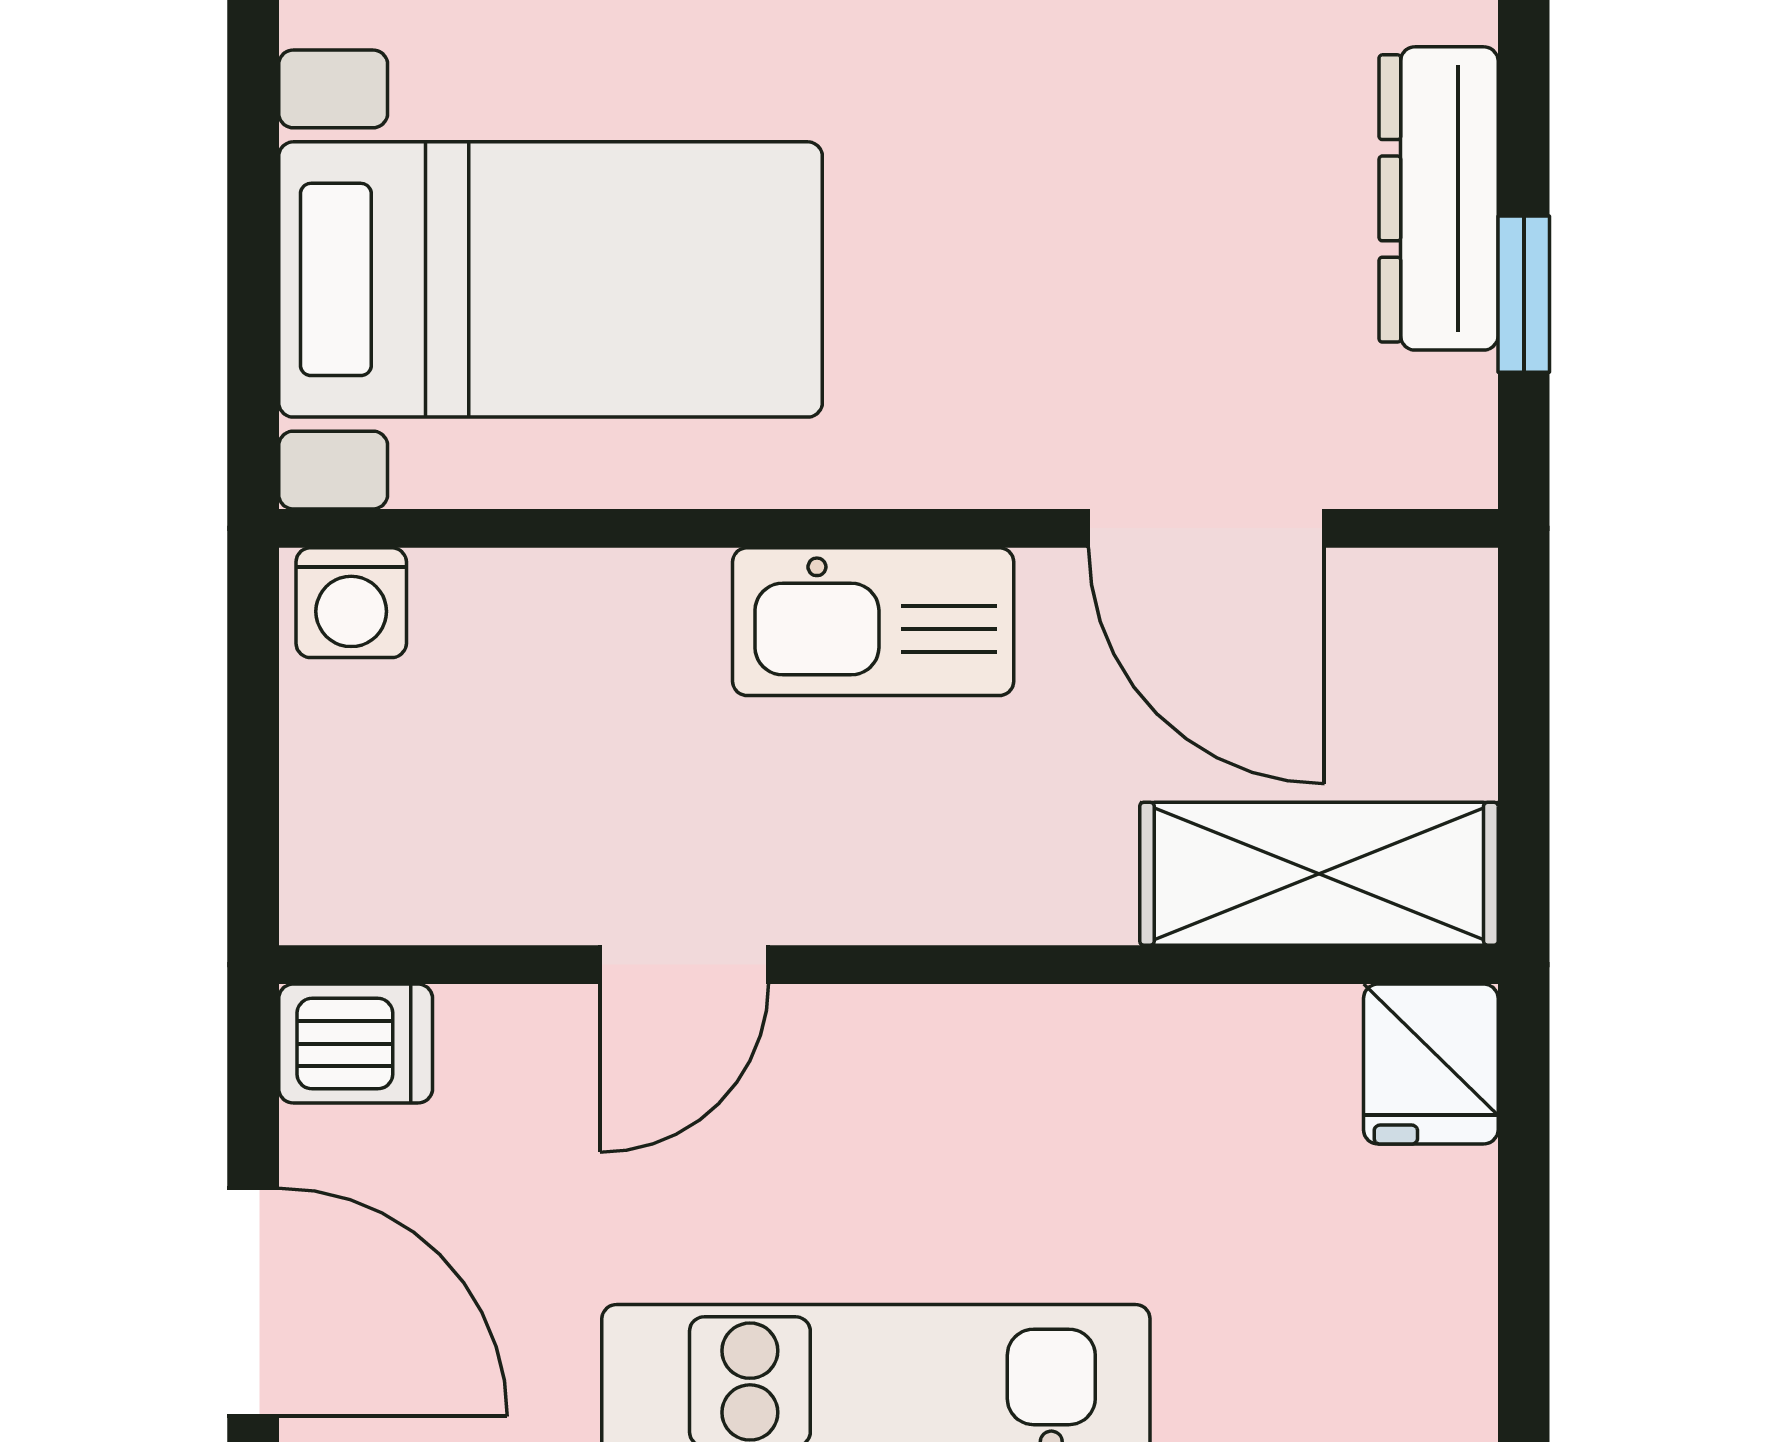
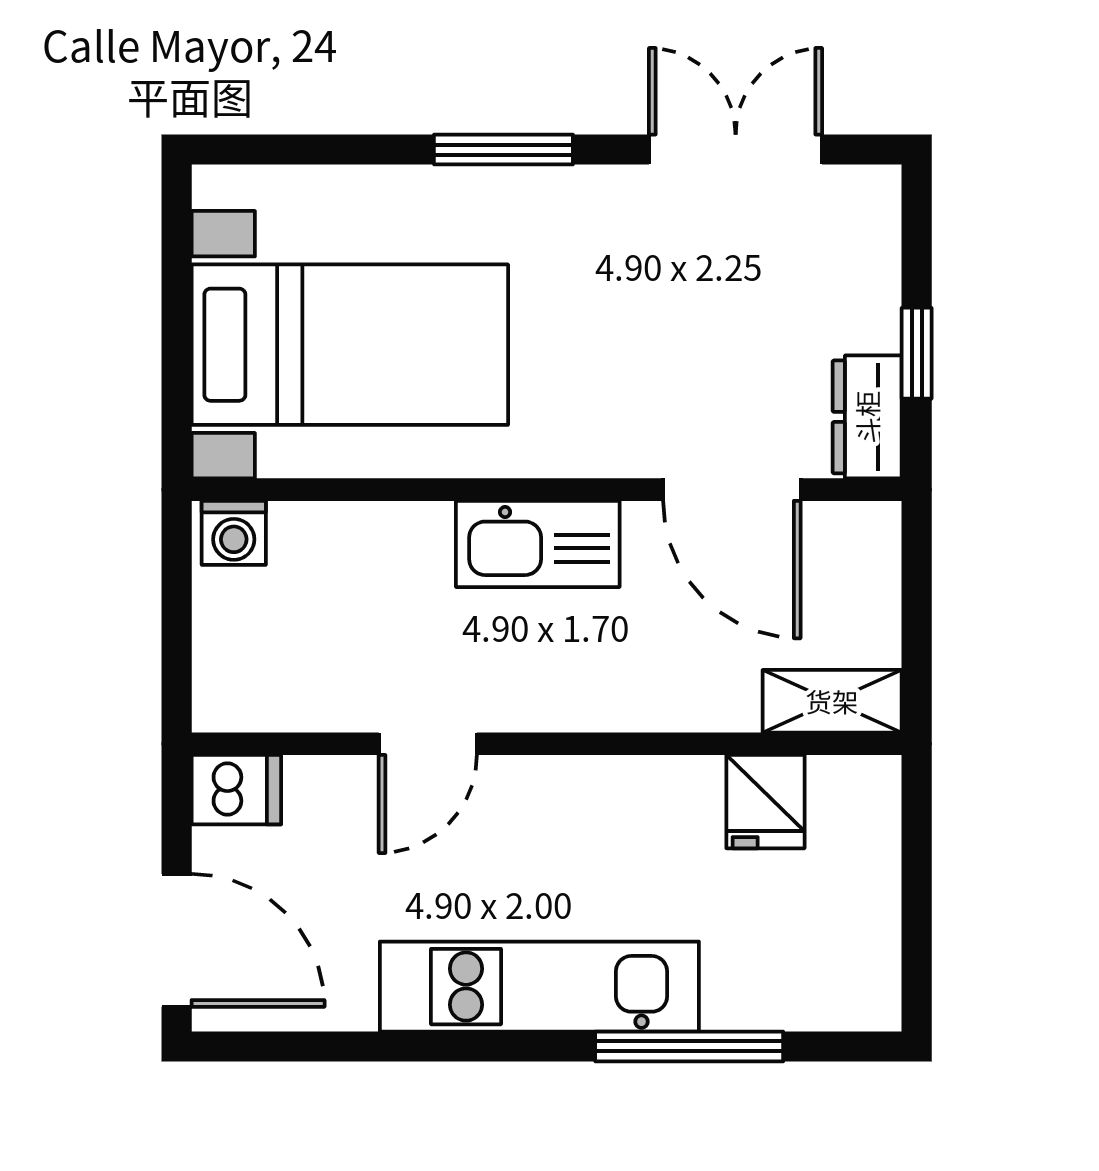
dresser: (1439, 198) -> (867, 417), moved, width x0.70
shelving: (1319, 874) -> (832, 701), width x0.67, depth x0.75
fridge: (1431, 1064) -> (765, 802), moved

